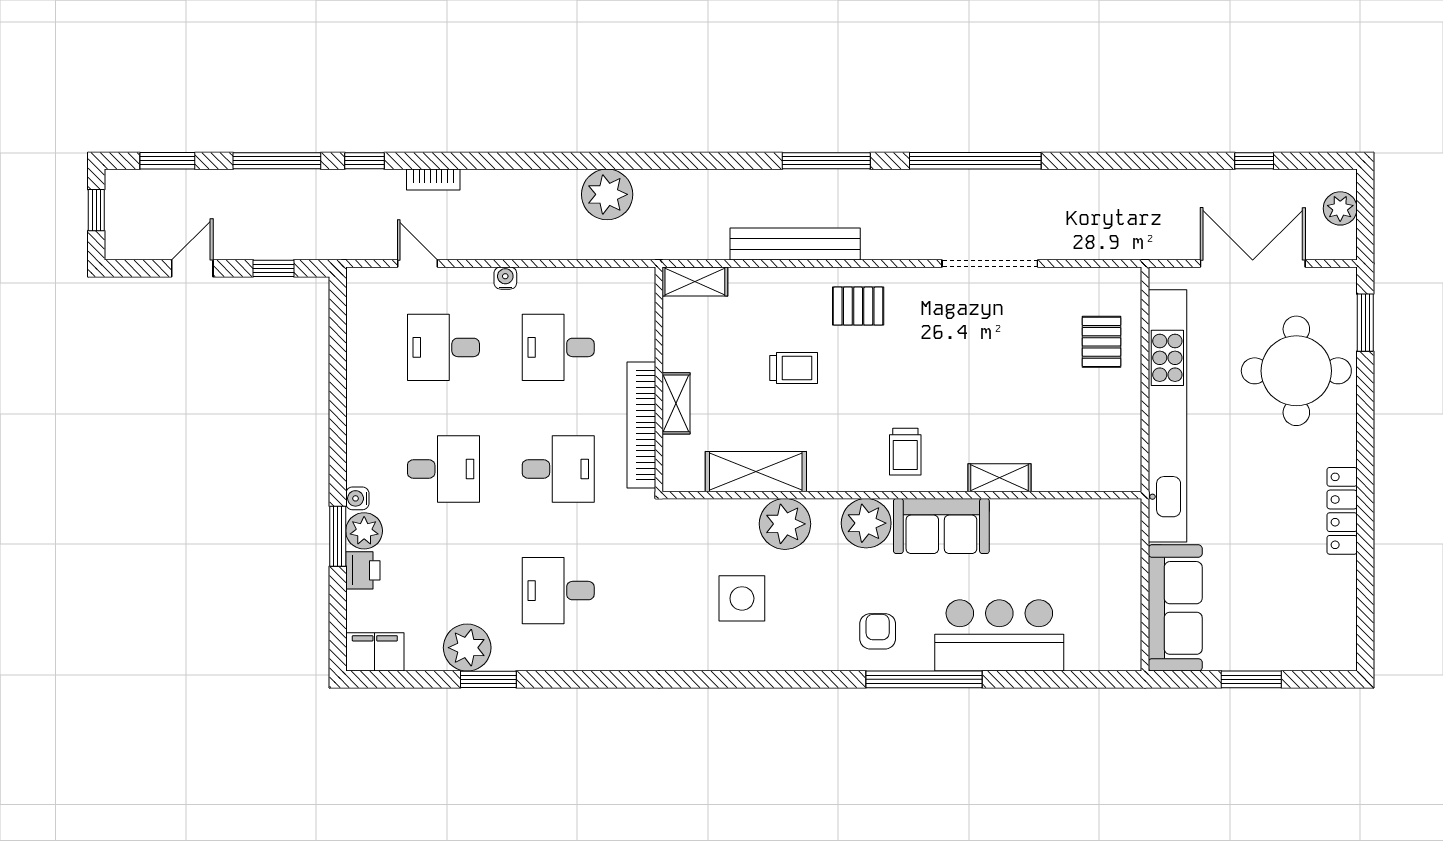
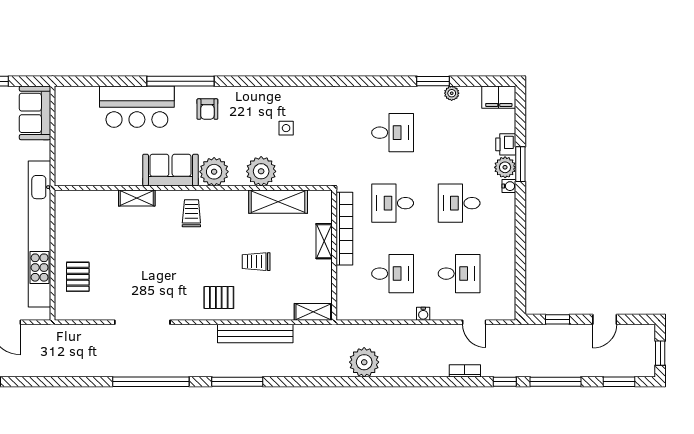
side table: (742, 598) -> (286, 128), width x0.54, depth x0.54
sofa: (1175, 608) -> (35, 113), width x0.73
plant: (467, 648) -> (452, 93), width x0.53, depth x0.53

